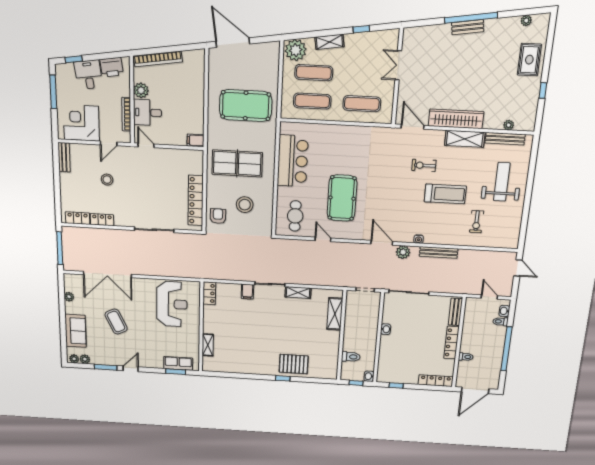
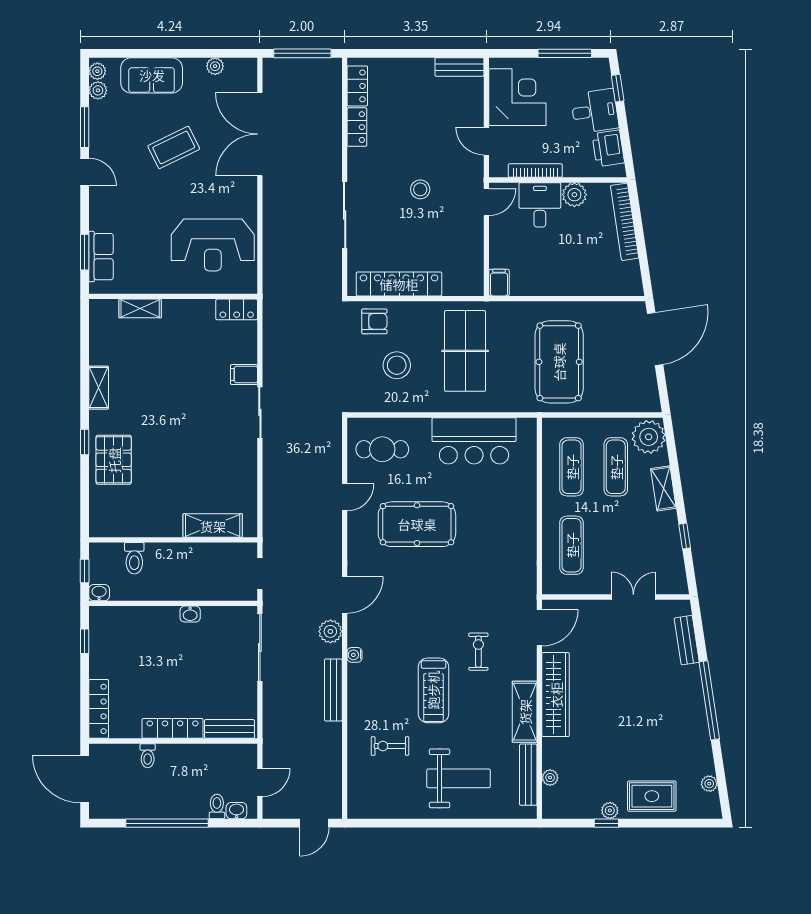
bench: (468, 27) -> (687, 640), moved
plant: (535, 88) -> (610, 810), added
stool: (107, 180) -> (420, 189), moved
shelving: (298, 293) -> (99, 388), moved

